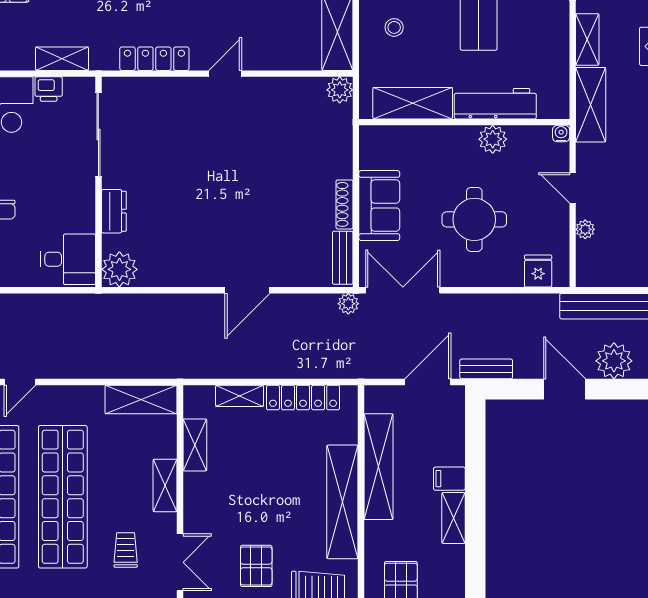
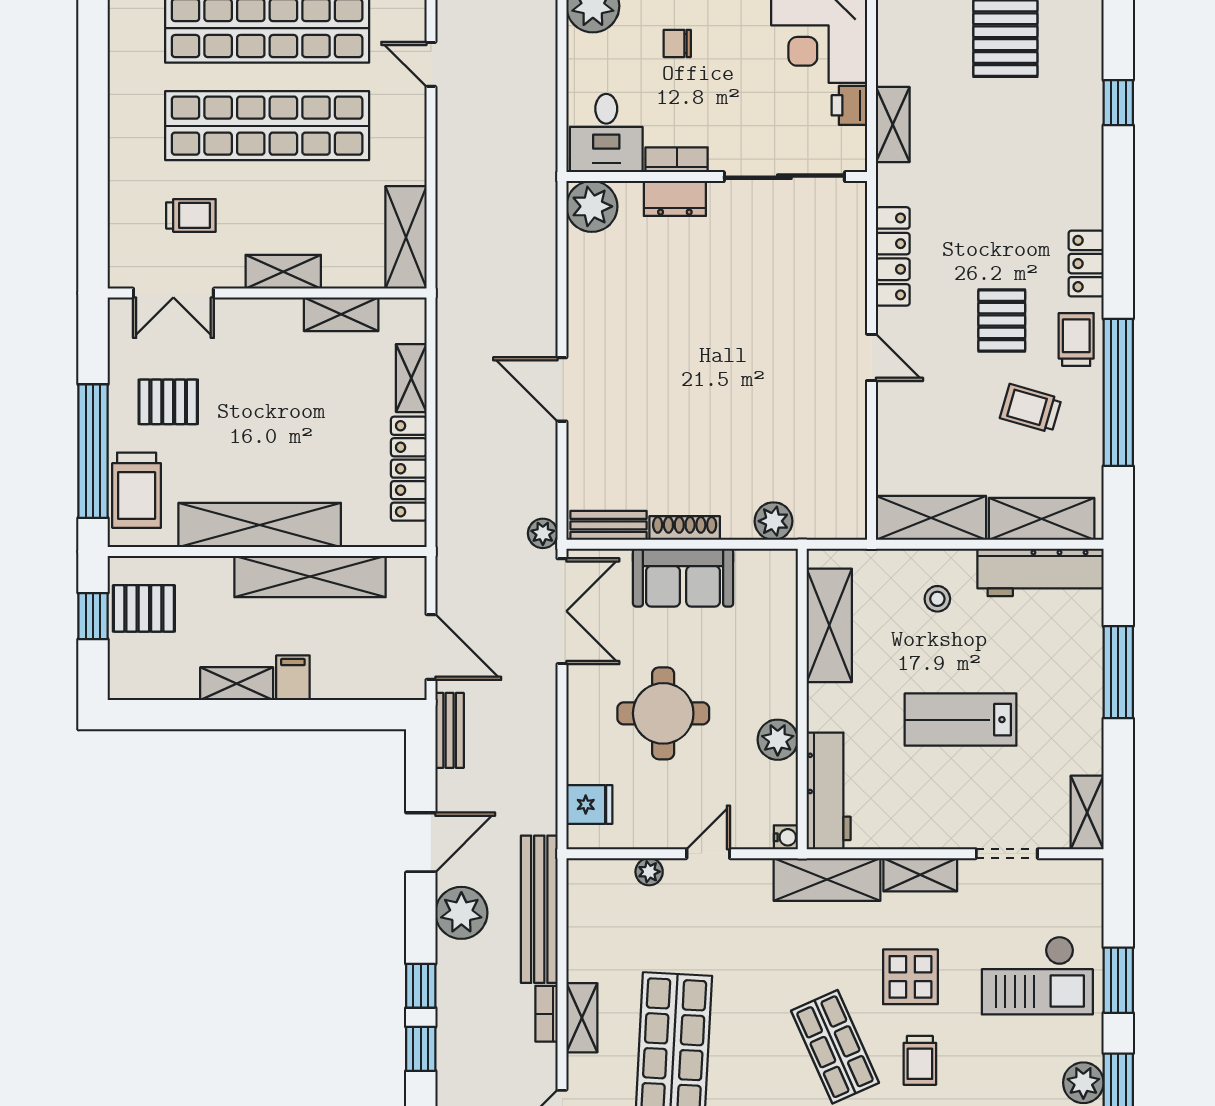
plant: (340, 90) -> (774, 521), moved
workbench: (495, 104) -> (829, 791), moved
bookcase: (87, 210) -> (677, 160), added

